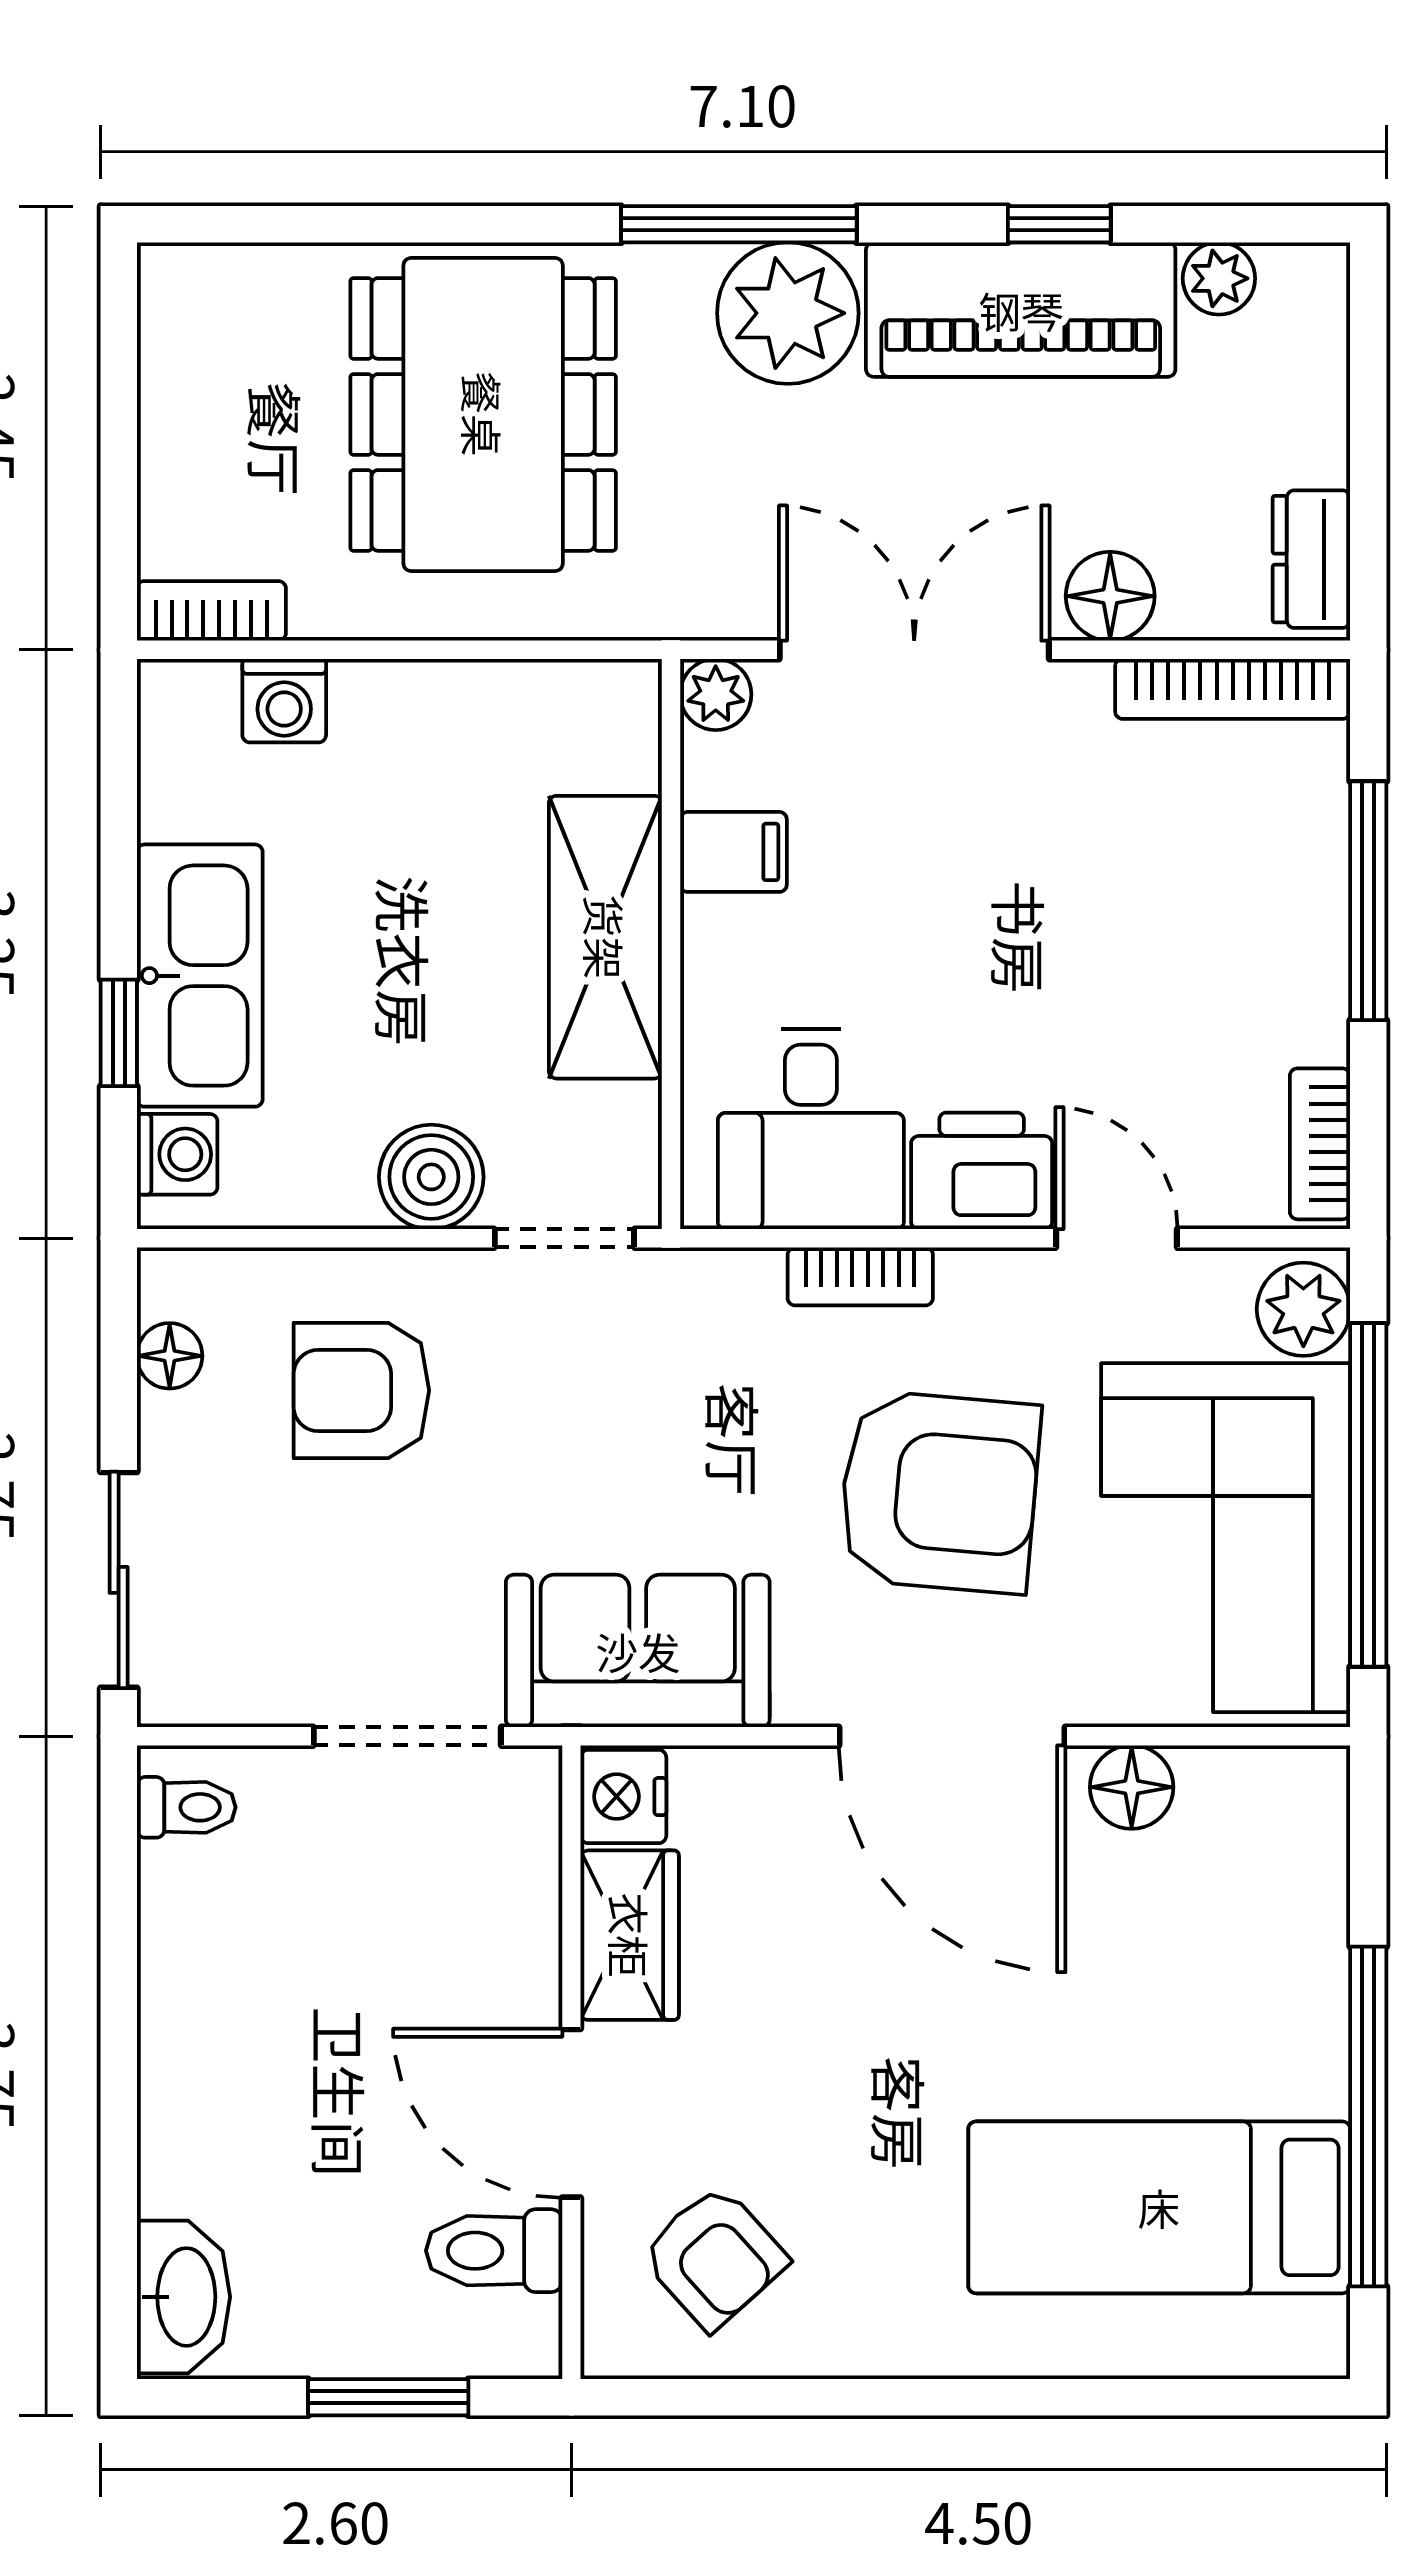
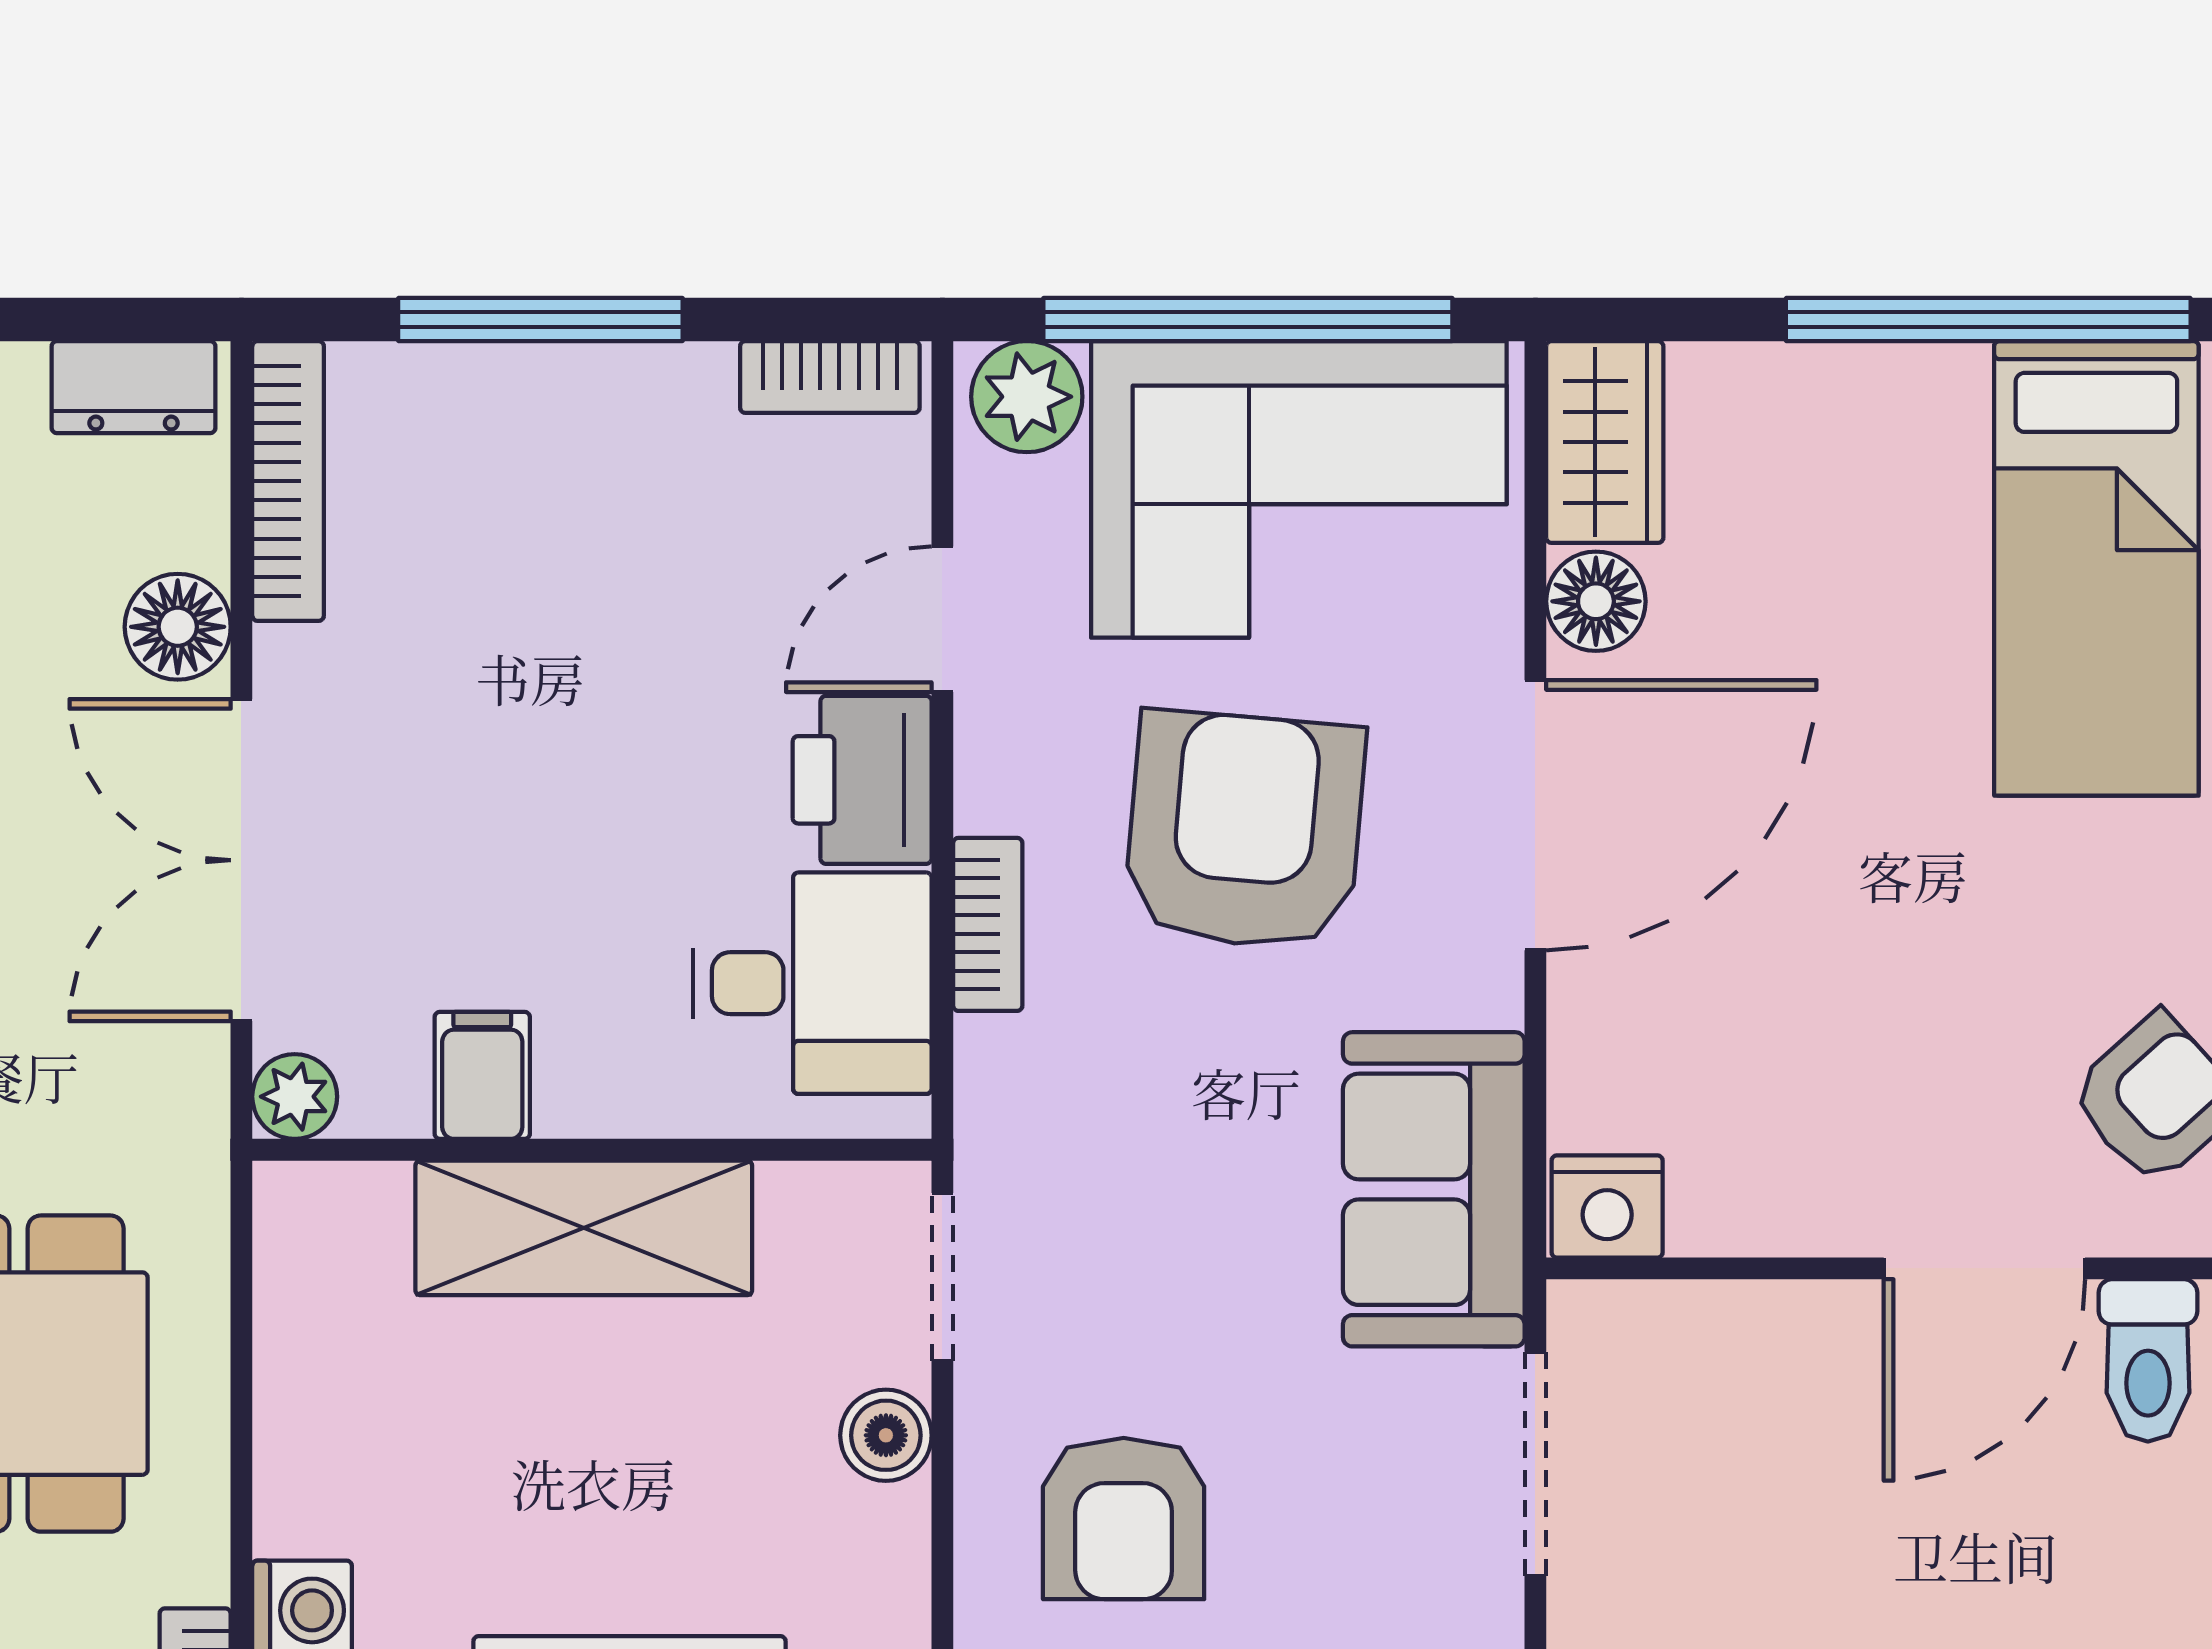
boiler: (431, 1177) -> (886, 1435), width x0.73, depth x0.73
wardrobe: (630, 1935) -> (1605, 442), moved, turned 90

